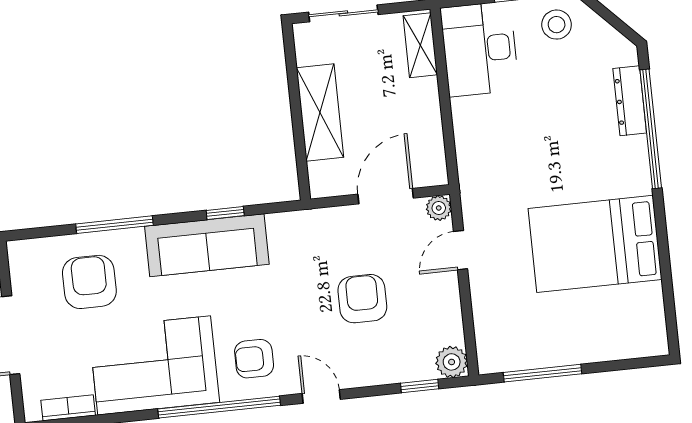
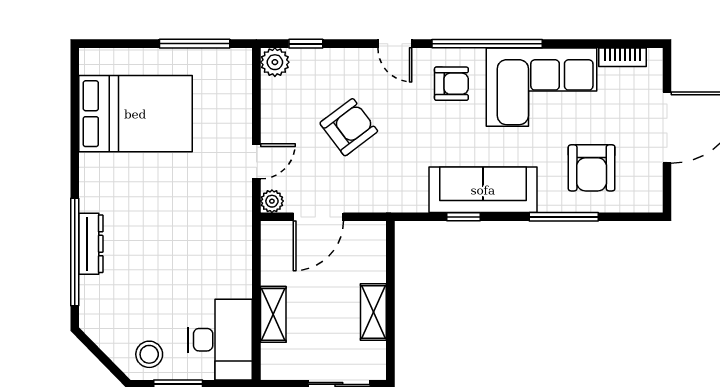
shelving: (420, 45) -> (273, 314), moved
dresser: (630, 101) -> (91, 244), moved
shelving: (320, 113) -> (373, 312), width x0.67, depth x0.75
bed: (595, 244) -> (135, 114), moved
armchair: (362, 299) -> (349, 127), turned -127

